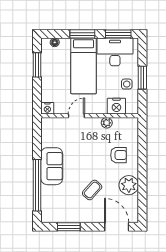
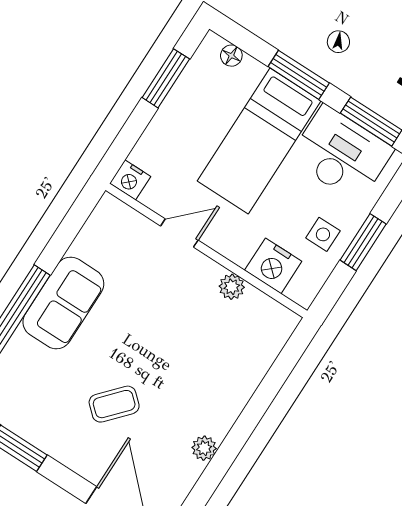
armchair: (119, 155) -> (213, 368), removed
plant: (129, 185) -> (204, 448), width x0.53, depth x0.53

